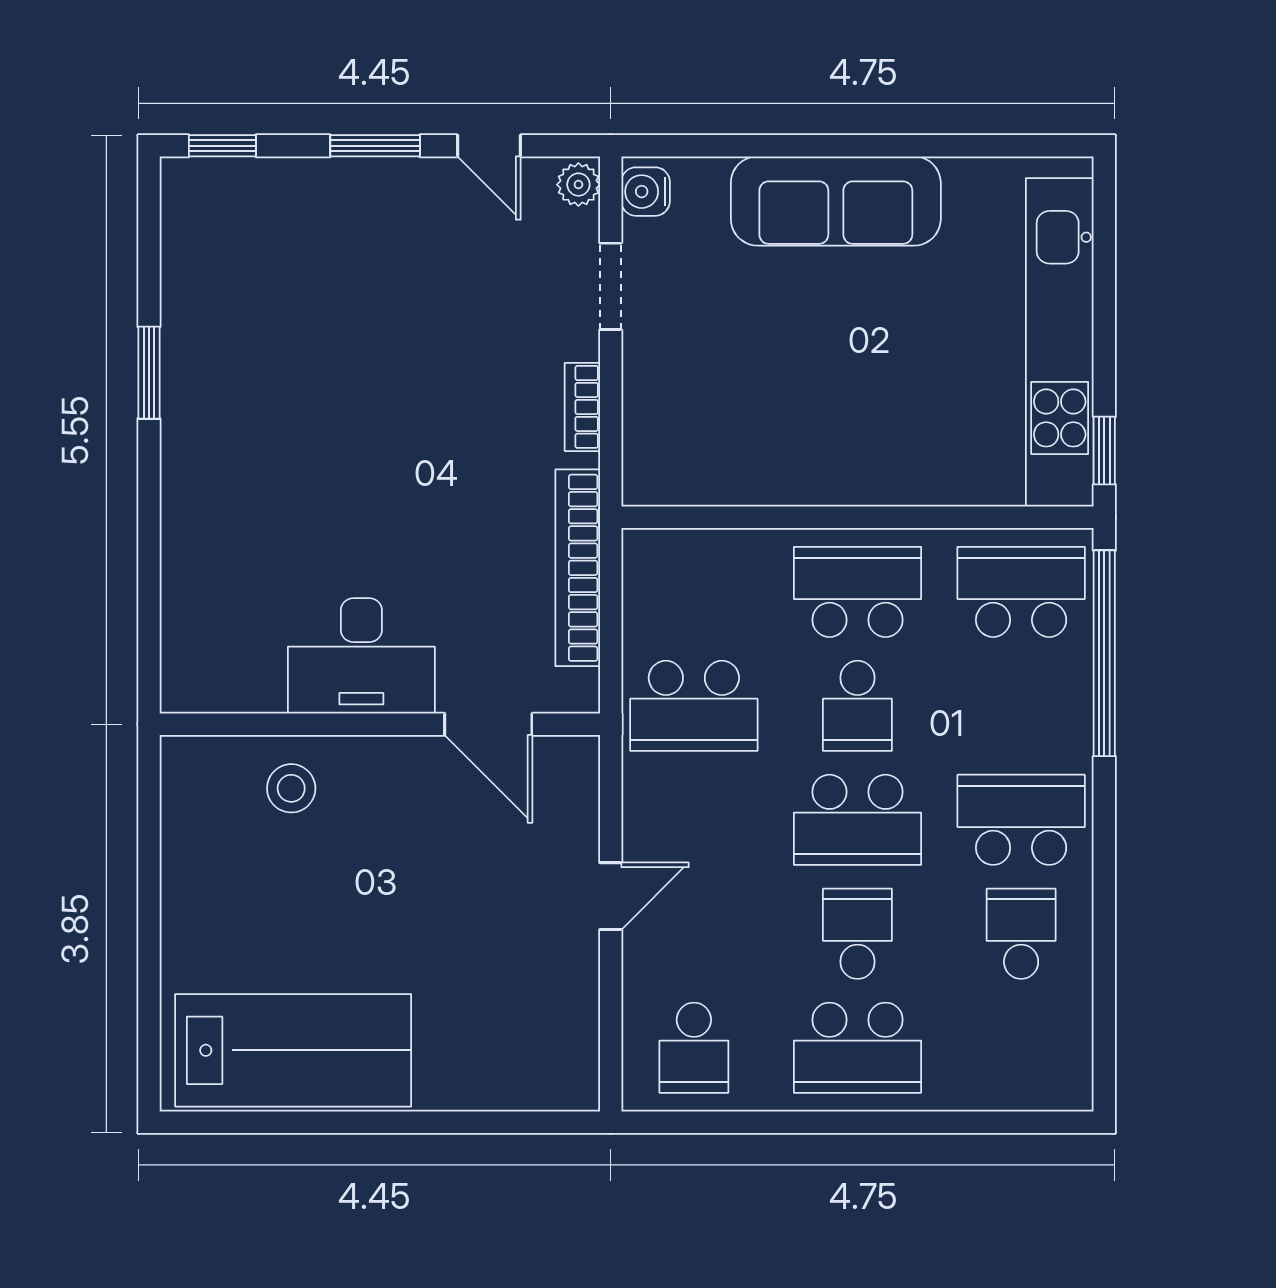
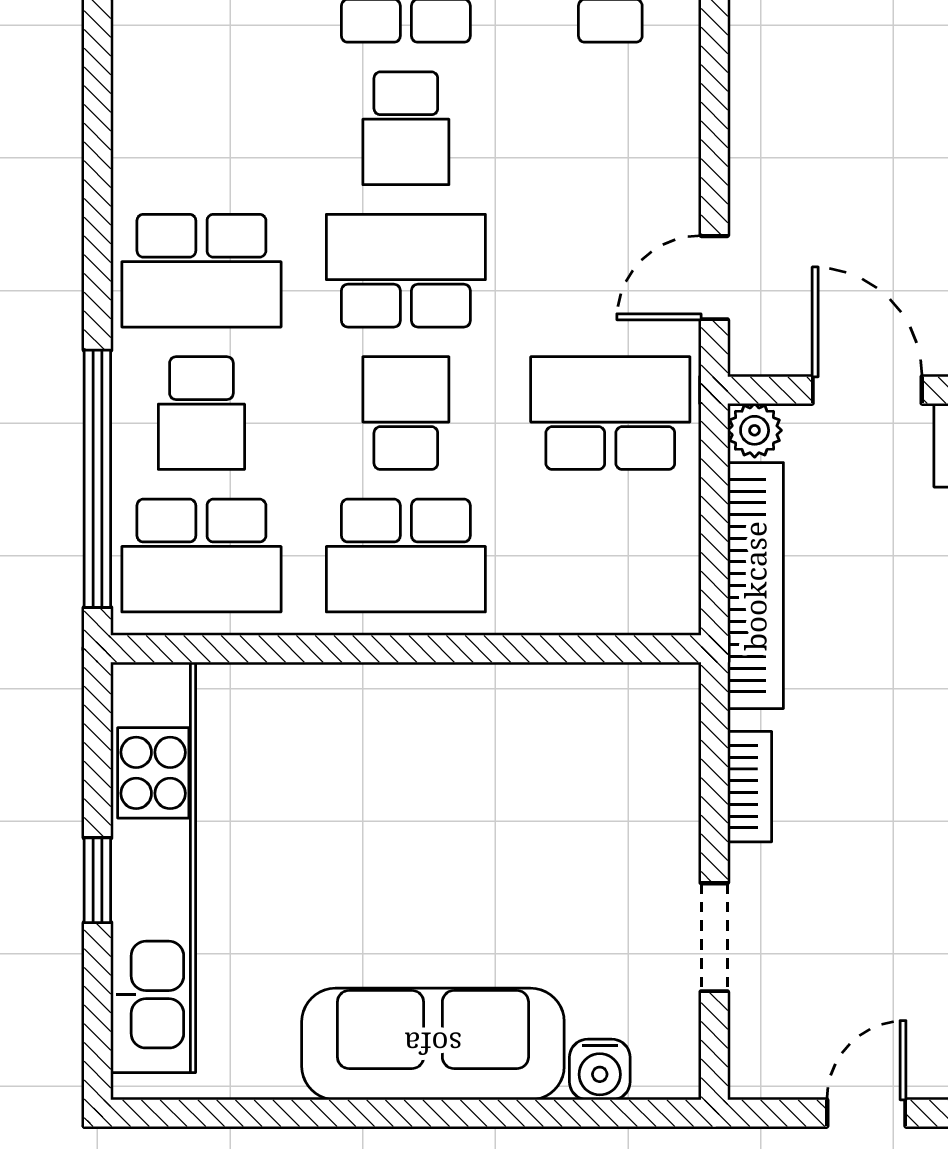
door: (489, 146) -> (866, 1113), hinge flipped
plant: (578, 185) -> (755, 430), moved
water cooler: (646, 192) -> (600, 1069), moved, turned 90
window: (1104, 451) -> (97, 880), moved
door: (611, 896) -> (714, 278), moved
school desk: (1021, 934) -> (201, 413), moved

